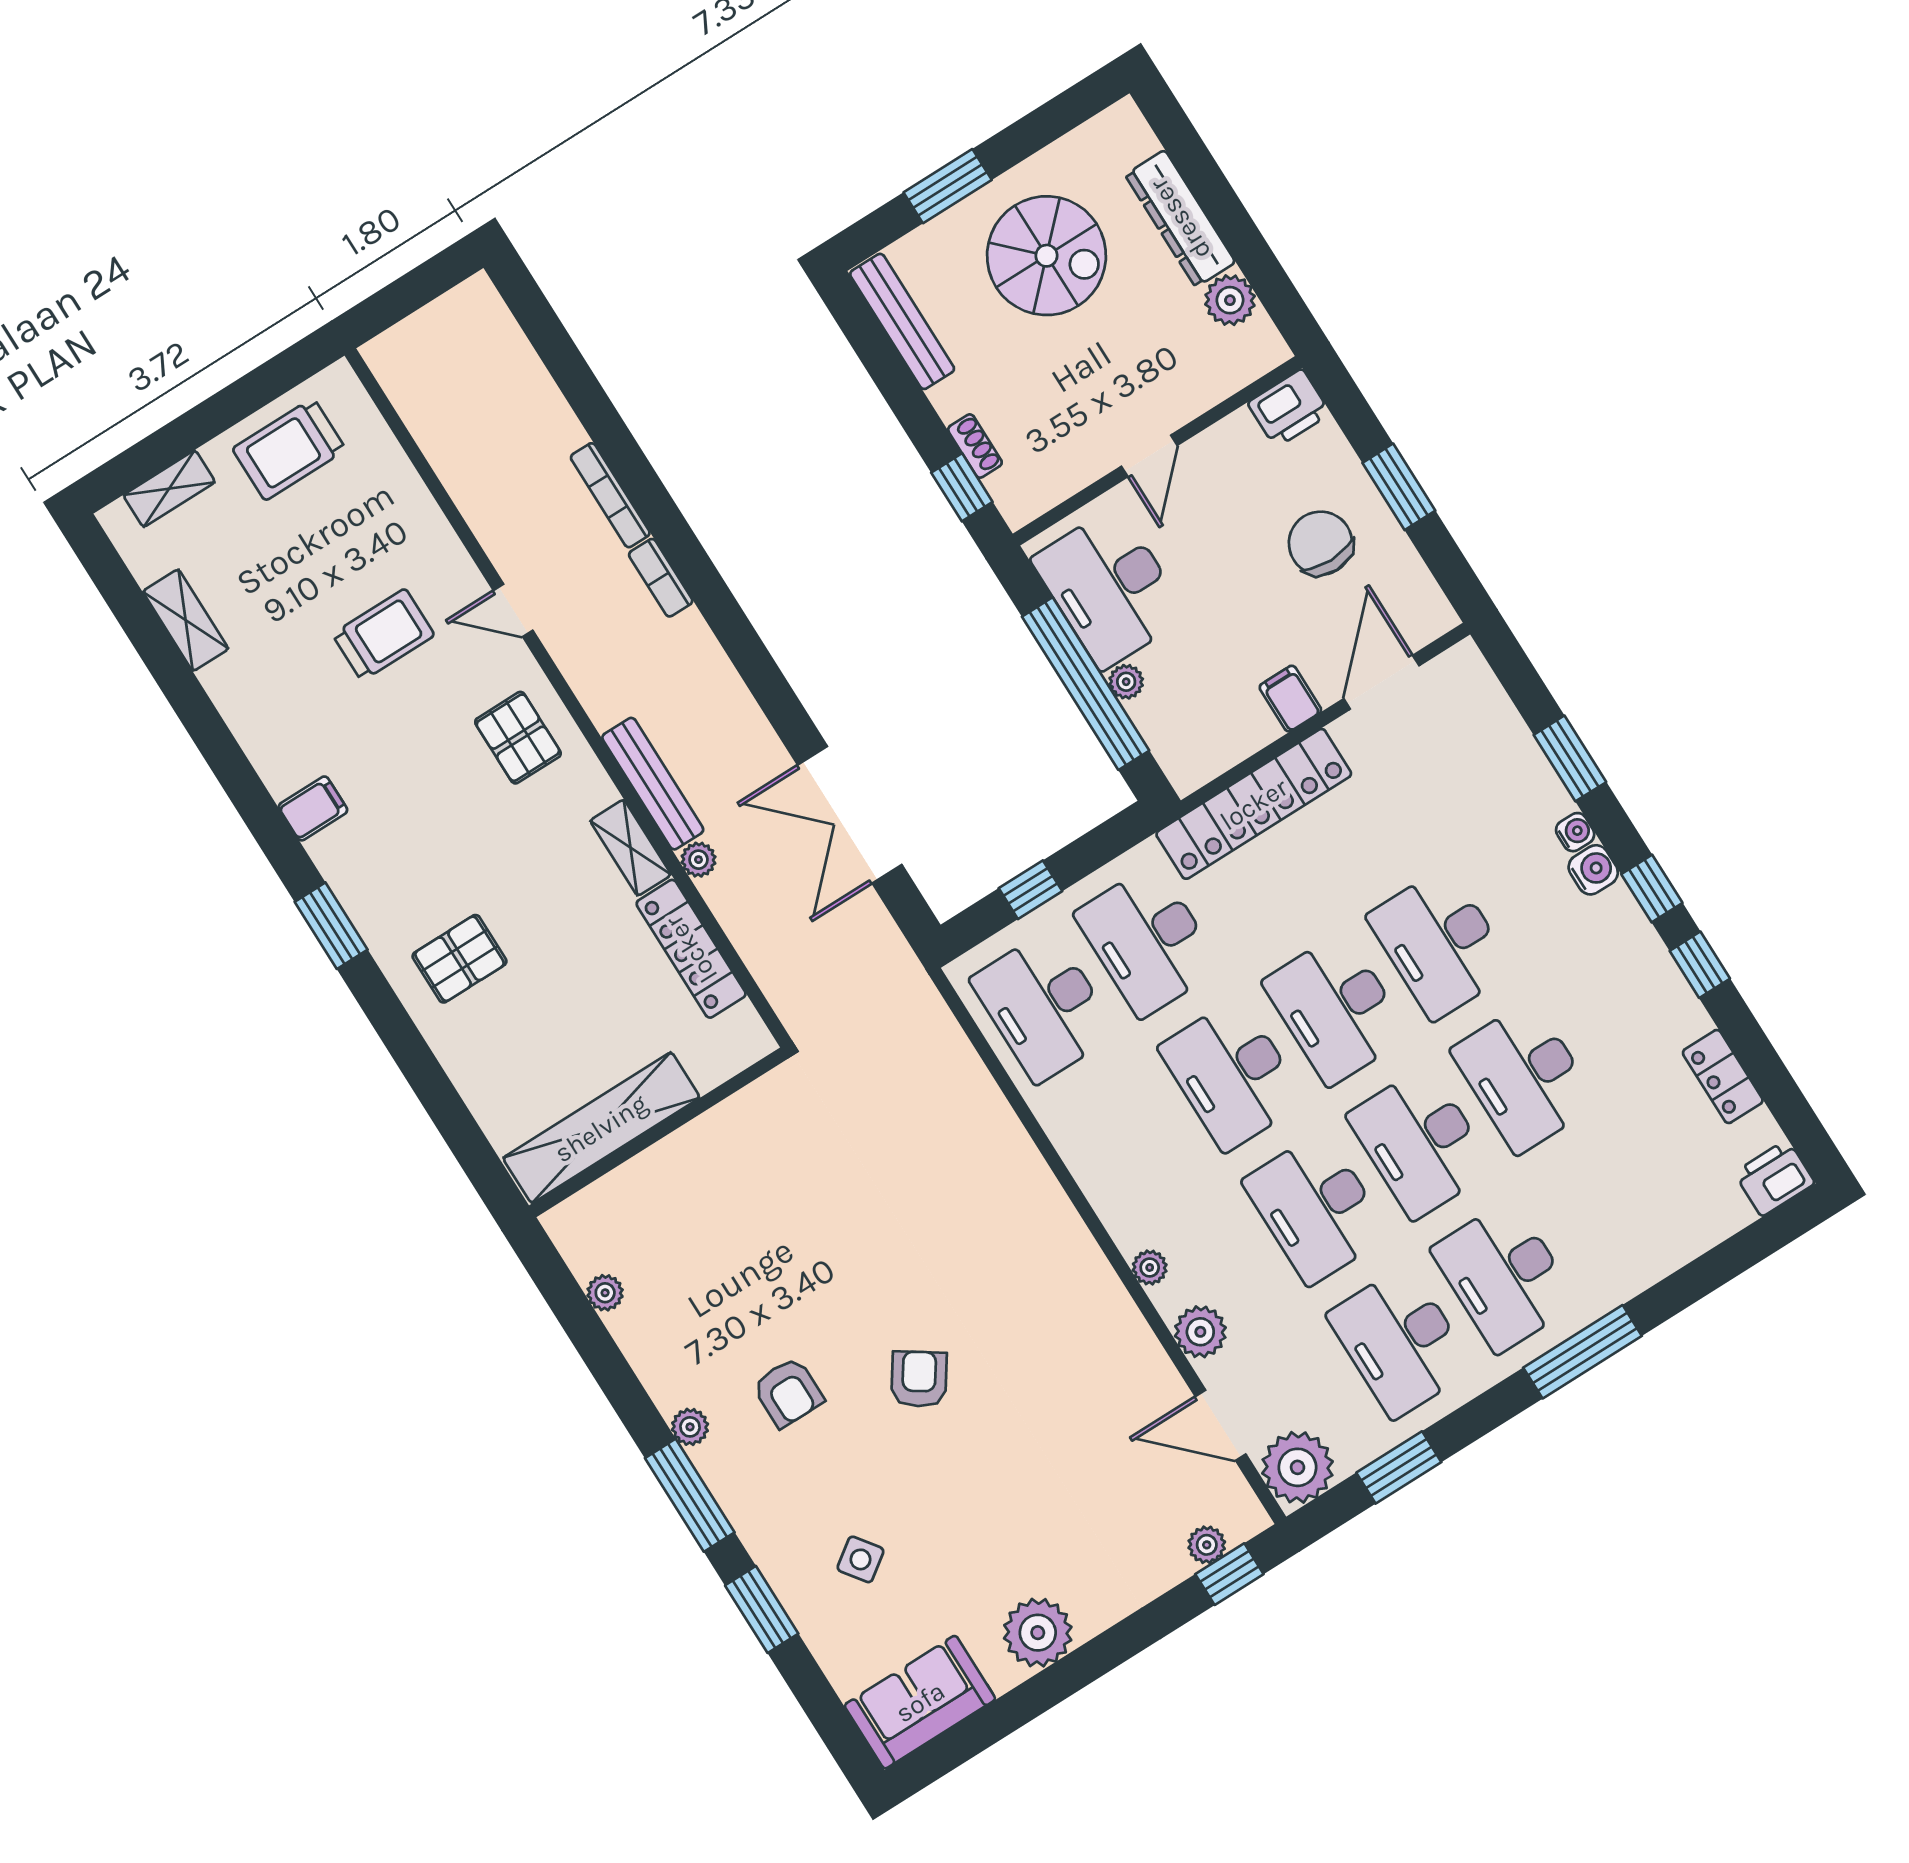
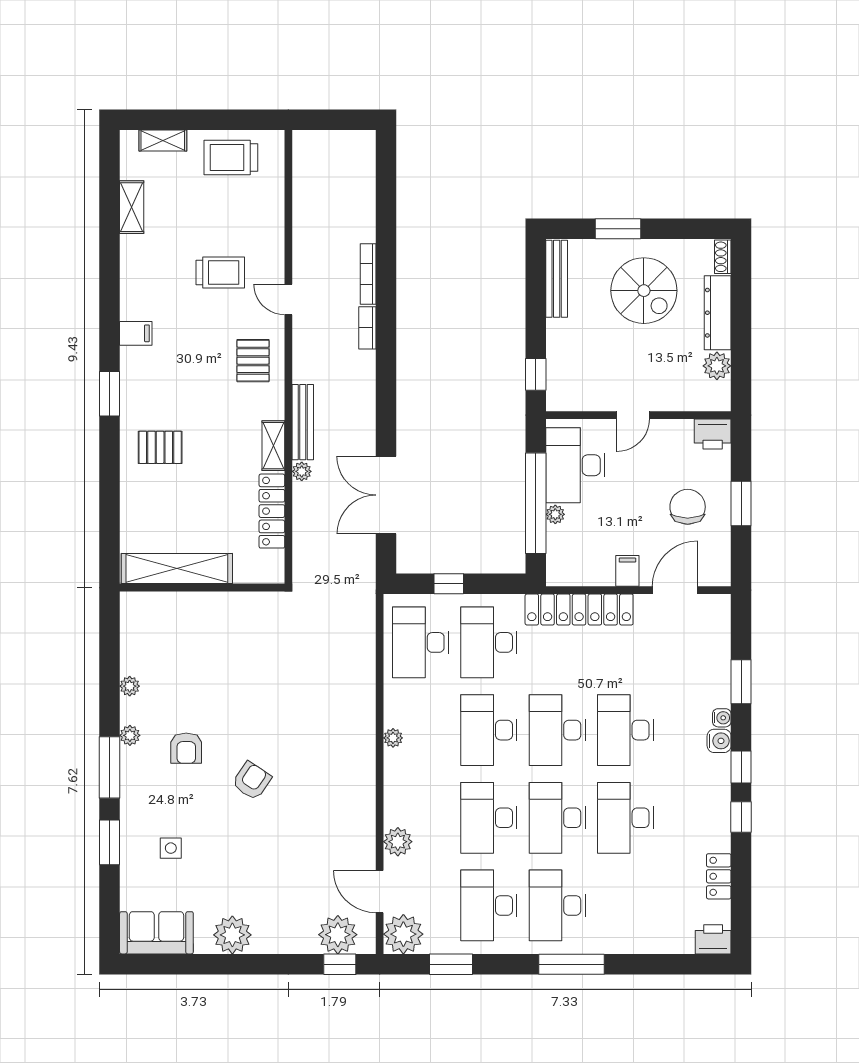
shoe rack: (975, 446) -> (723, 257), moved, turned 180
plant: (1150, 1267) -> (393, 738), moved
plant: (605, 1293) -> (130, 686), moved
plant: (1207, 1545) -> (338, 935), width x1.87, depth x1.87
side table: (861, 1559) -> (171, 848), turned 36

